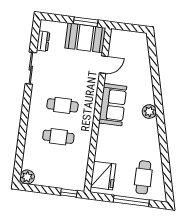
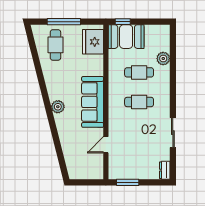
booth: (85, 38) -> (126, 37), moved
dresser: (43, 41) -> (165, 170), moved
sofa: (113, 105) -> (93, 102), width x1.36
plant: (27, 177) -> (163, 59), moved

